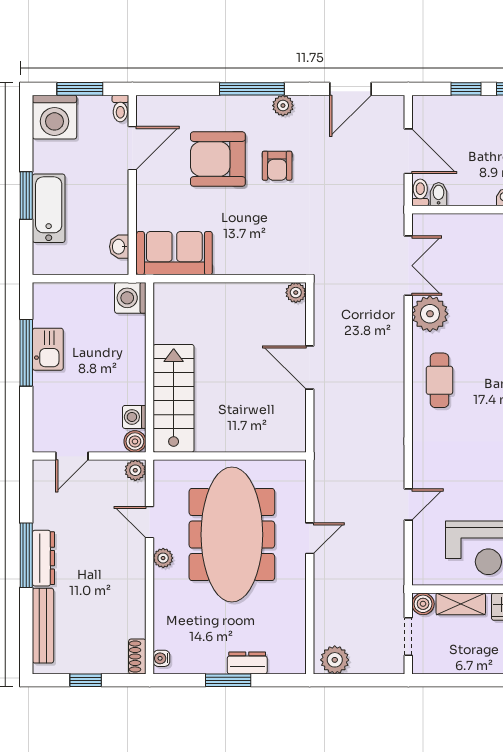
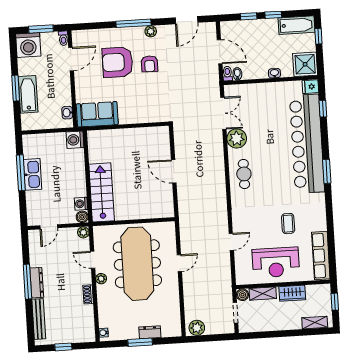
plant: (296, 293) -> (164, 131), removed
kitchen sink: (48, 349) -> (32, 174), width x1.38
shoe rack: (137, 656) -> (88, 294), moved

